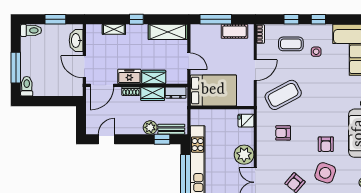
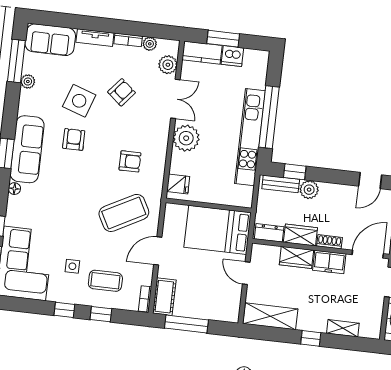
window: (216, 19) -> (186, 324), moved
cot: (234, 31) -> (164, 297), moved, turned 90

